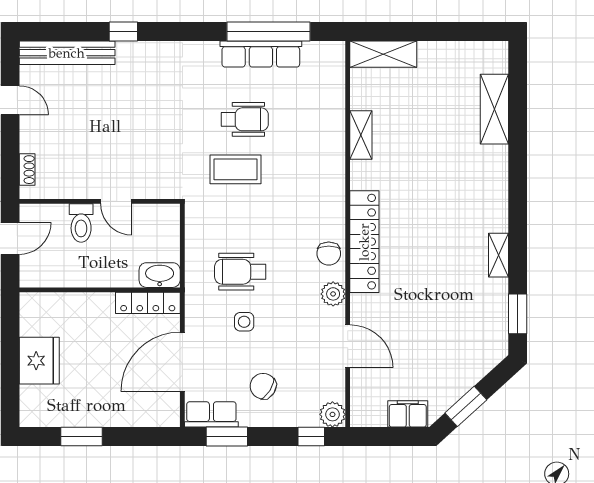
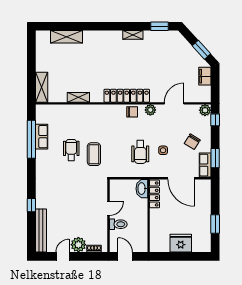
row of seats: (261, 54) -> (42, 137), width x0.68
plant: (36, 135) -> (78, 245), added

